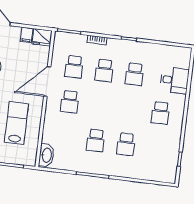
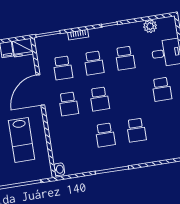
plant: (166, 51) -> (150, 26), added
school desk: (100, 106) -> (100, 99), added
lab bench: (16, 123) -> (22, 140), turned 180
washbasin: (46, 155) -> (59, 169), width x0.52, depth x0.69

